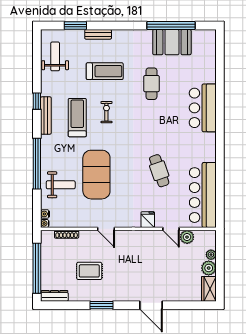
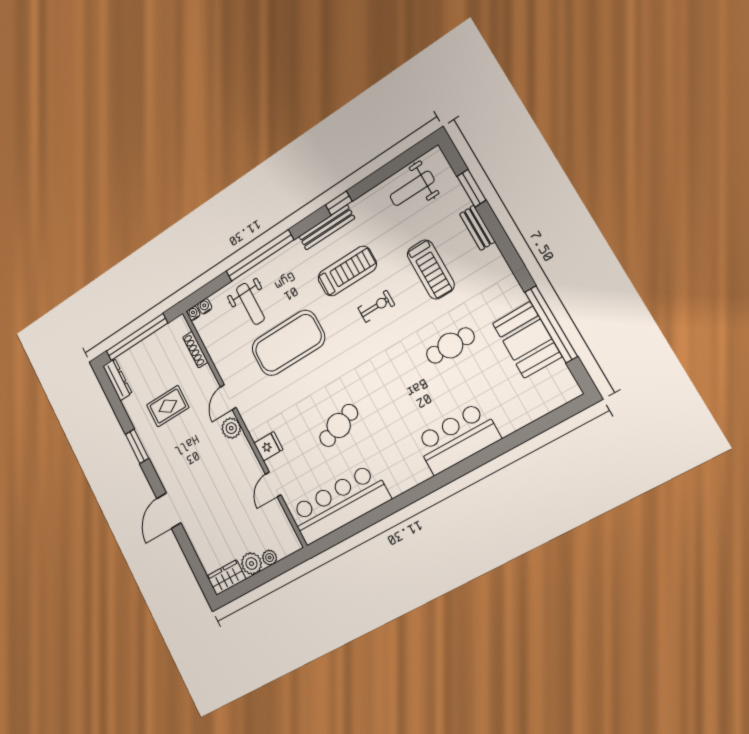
weight bench: (55, 56) -> (412, 188), turned 180
plant: (187, 237) -> (231, 428), moved
rug: (89, 271) -> (168, 406), turned 90

